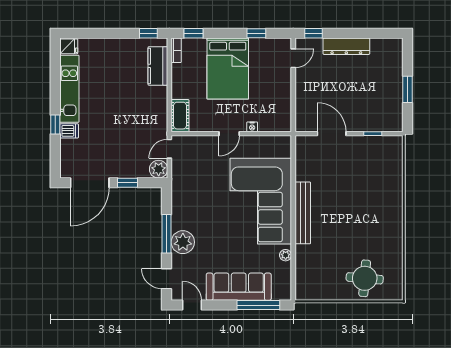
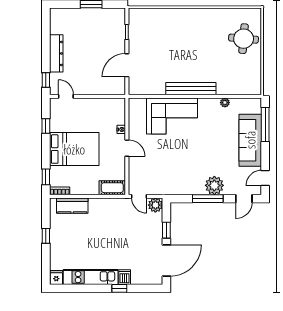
window: (148, 33) -> (46, 236), moved
door: (90, 183) -> (166, 261), hinge flipped
corner sofa: (261, 201) -> (172, 116), width x0.73, depth x0.74

